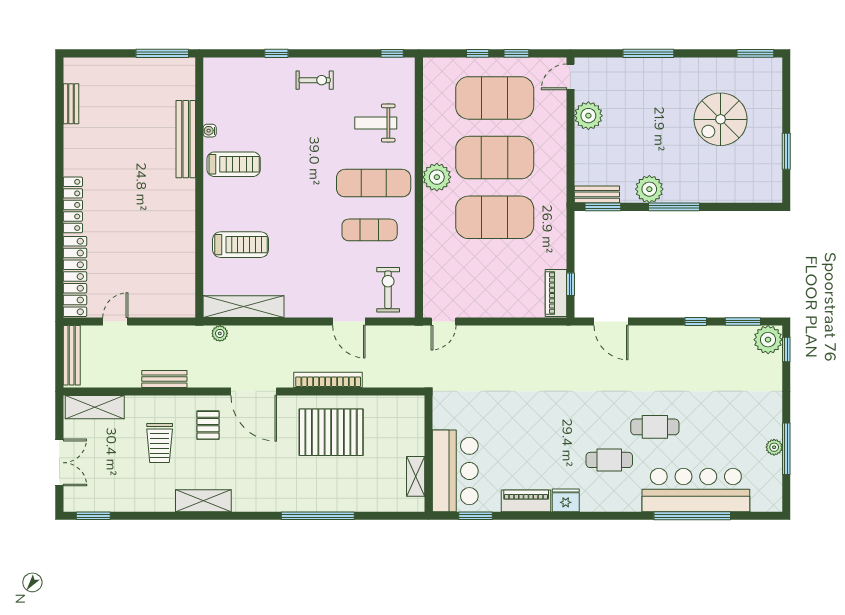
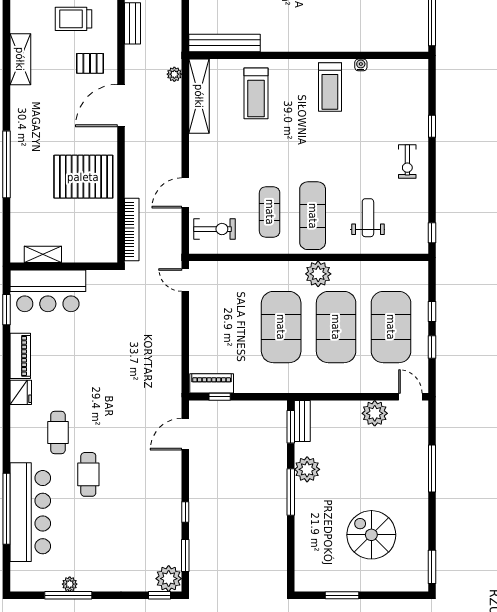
bench: (186, 139) -> (225, 43), moved
bookcase: (328, 380) -> (132, 229), moved
pallet: (331, 432) -> (83, 177), turned 90

